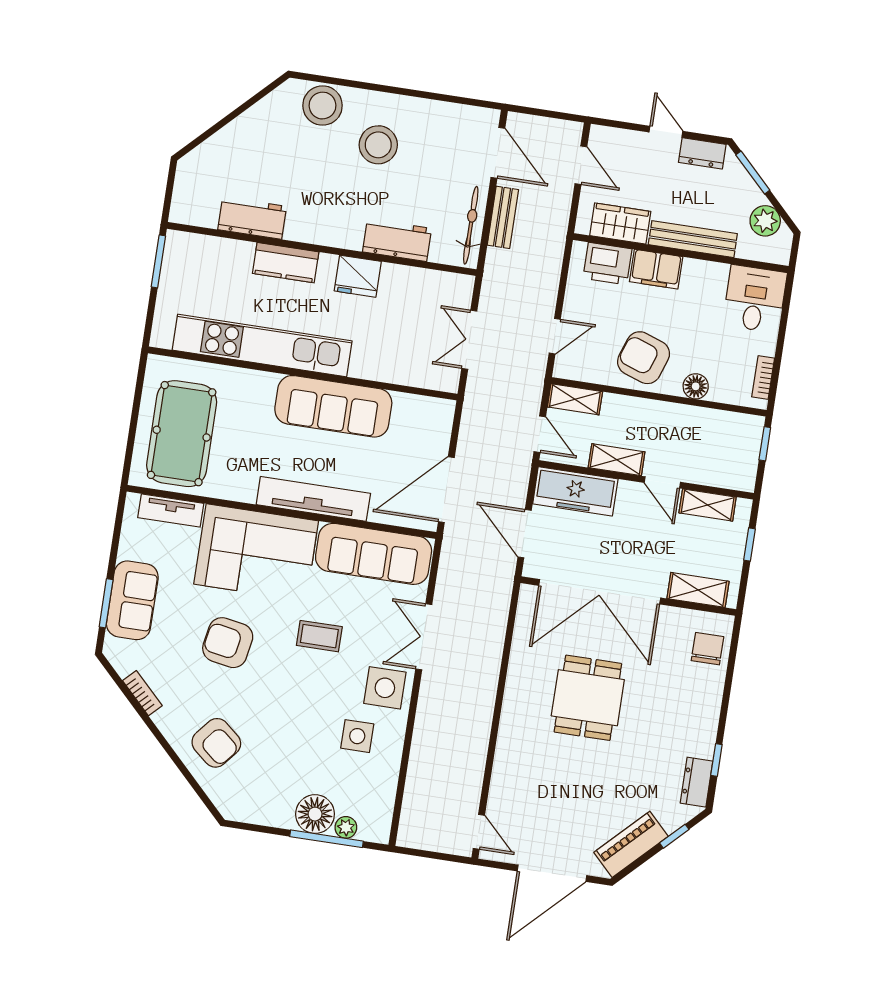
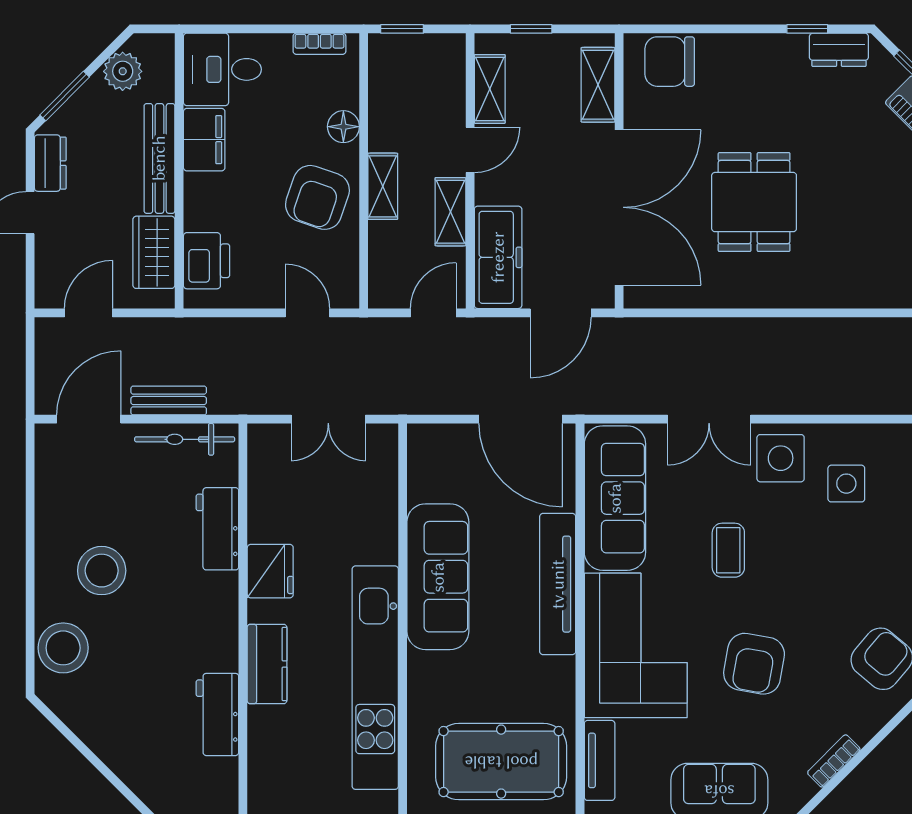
filing cabinet: (656, 269) -> (204, 140), moved
shelving: (575, 399) -> (383, 186), moved
chair: (707, 649) -> (670, 62), width x1.37, depth x1.37
dining table: (588, 698) -> (754, 202), turned 90

